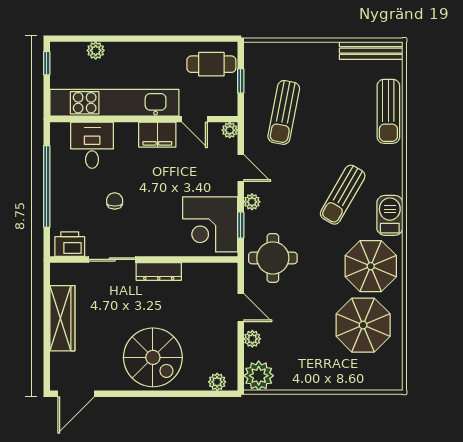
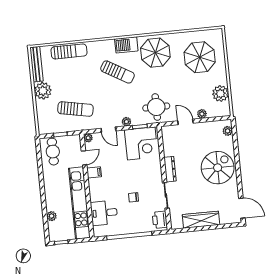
plant: (322, 57) -> (43, 91), added
filing cabinet: (157, 135) -> (94, 172), width x0.50
door: (241, 168) -> (108, 130), swing flipped
door: (241, 308) -> (185, 122), hinge flipped
parasol: (363, 325) -> (200, 57), moved
plant: (259, 376) -> (220, 94), moved

